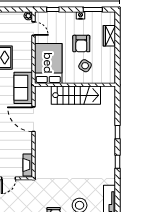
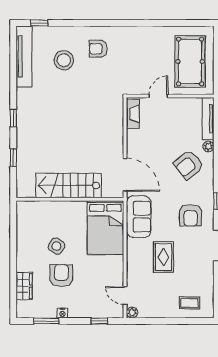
bed: (48, 63) -> (105, 228), moved
wall: (75, 85) -> (70, 199), moved
stairs: (76, 95) -> (69, 185), moved

